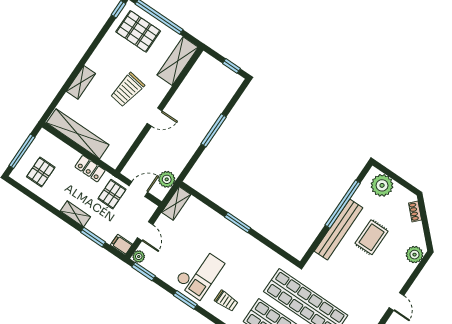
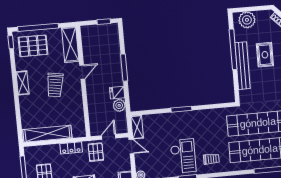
shelving: (81, 82) -> (23, 83), moved
door: (155, 117) -> (82, 72), moved
fridge: (185, 150) -> (117, 93), added
plant: (167, 179) -> (119, 105), moved
door: (145, 231) -> (131, 147), moved

